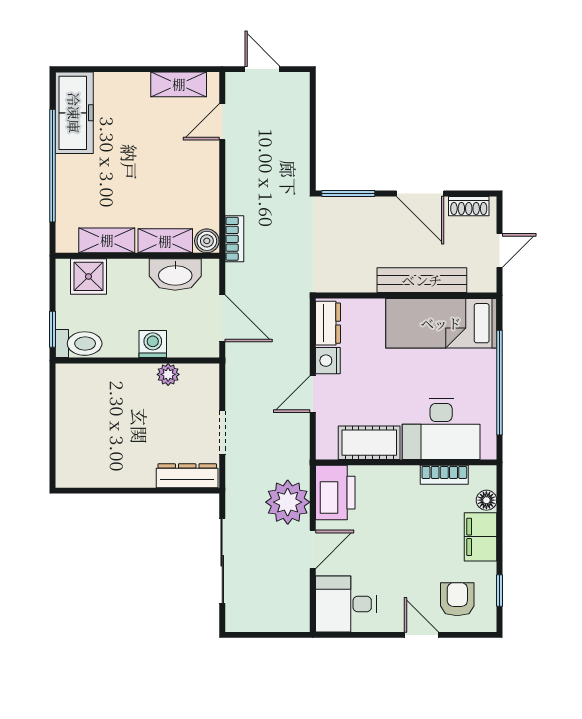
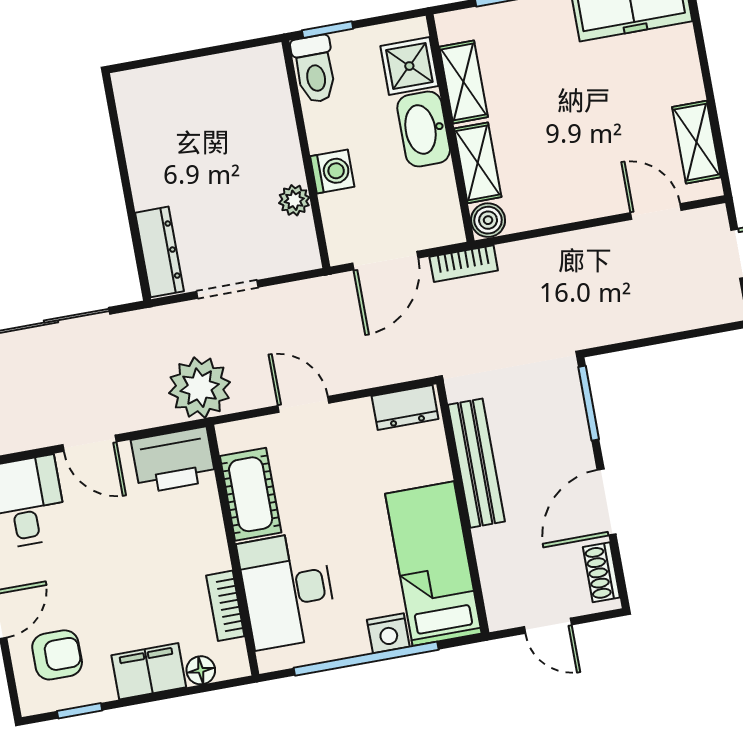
bookcase: (234, 239) -> (464, 264), moved
washbasin: (175, 275) -> (424, 129), moved
bench: (422, 280) -> (476, 463), moved
nightstand: (328, 361) -> (388, 633), moved, turned 180
plant: (288, 502) -> (200, 388), moved

